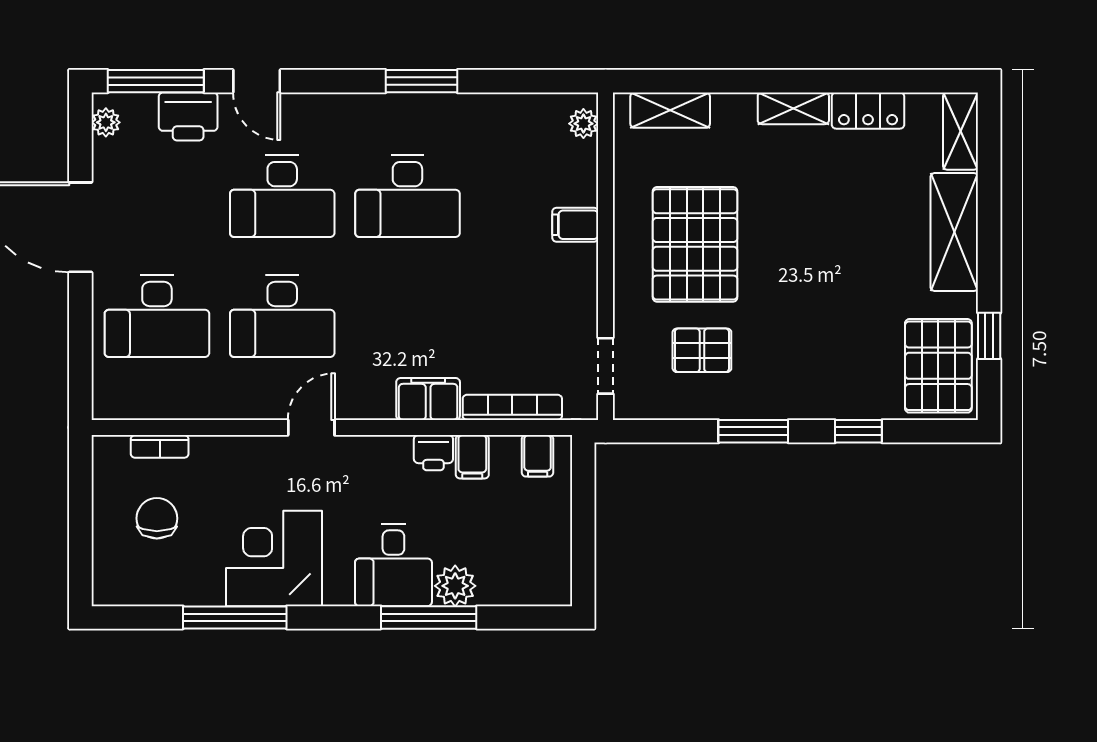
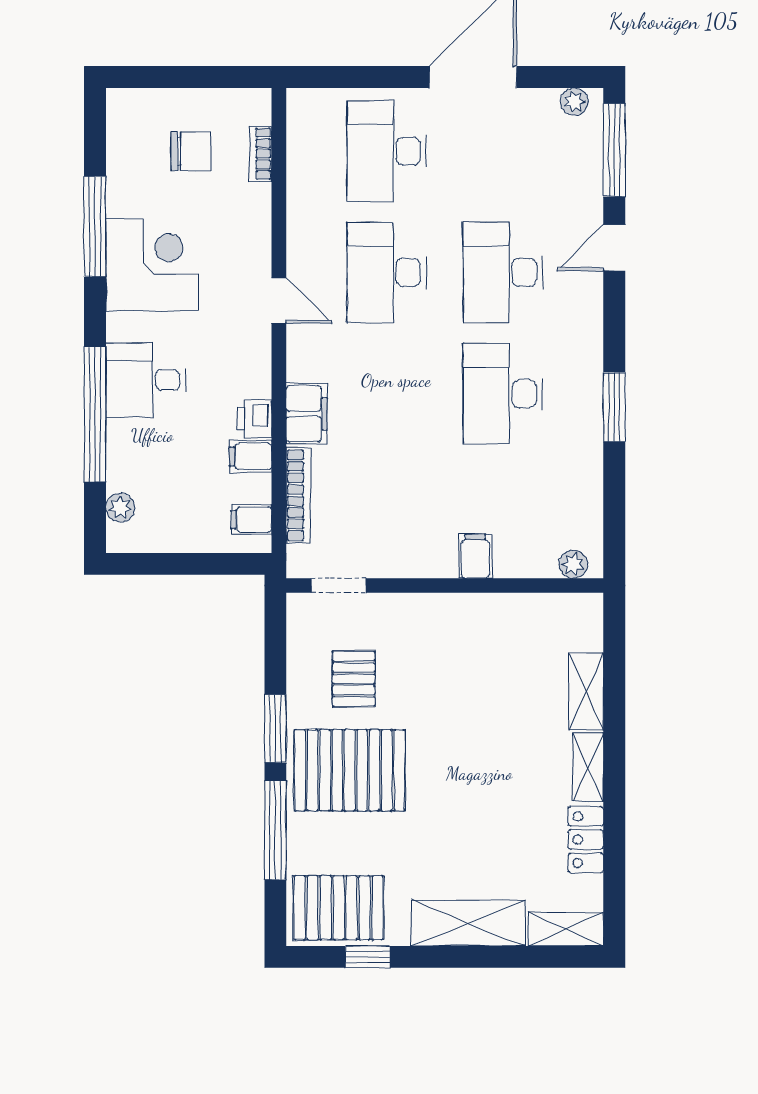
shelving: (670, 110) -> (586, 692), moved
printer: (188, 116) -> (580, 181), removed
pallet: (695, 244) -> (350, 770), moved
window: (858, 431) -> (275, 830), width x2.17
plant: (455, 586) -> (120, 508), moved, width x0.73, depth x0.73
window: (429, 617) -> (95, 414), width x1.46

